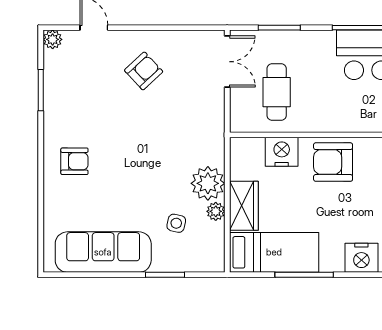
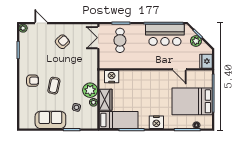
double door: (227, 62) -> (98, 38), swing flipped
cafe table: (277, 92) -> (120, 40), moved
nightstand: (282, 152) -> (112, 77), moved
armchair: (333, 162) -> (144, 81), removed
coffee table: (124, 173) -> (54, 86), added
sofa: (103, 252) -> (50, 120), width x0.73

